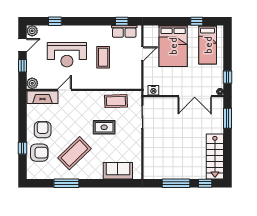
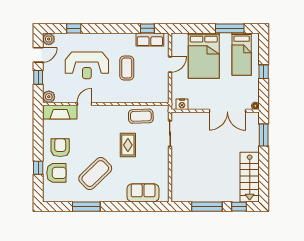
window: (197, 21) -> (230, 28), width x2.17
window: (228, 77) -> (264, 72), moved
rug: (104, 127) -> (128, 145), turned 90

